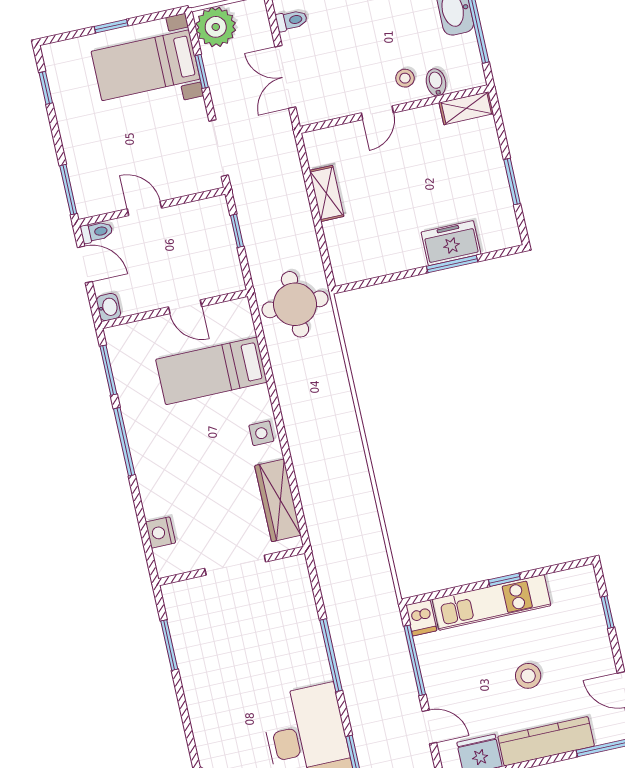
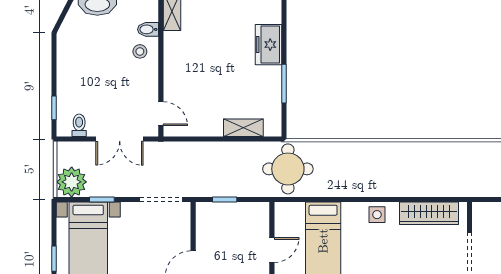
door: (377, 113) -> (161, 114), moved
shelving: (327, 193) -> (243, 128), moved
window: (452, 264) -> (284, 84), moved

